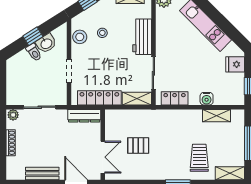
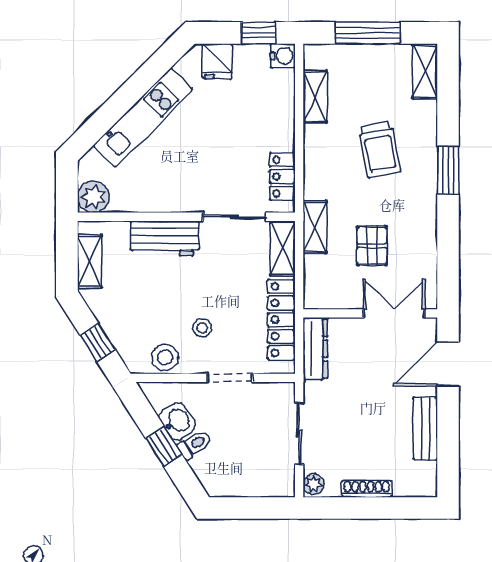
stool: (102, 33) -> (202, 328), moved
water cooler: (207, 99) -> (283, 56), moved
shelving: (148, 116) -> (315, 227), added
trolley: (199, 158) -> (380, 150), moved, turned -101

